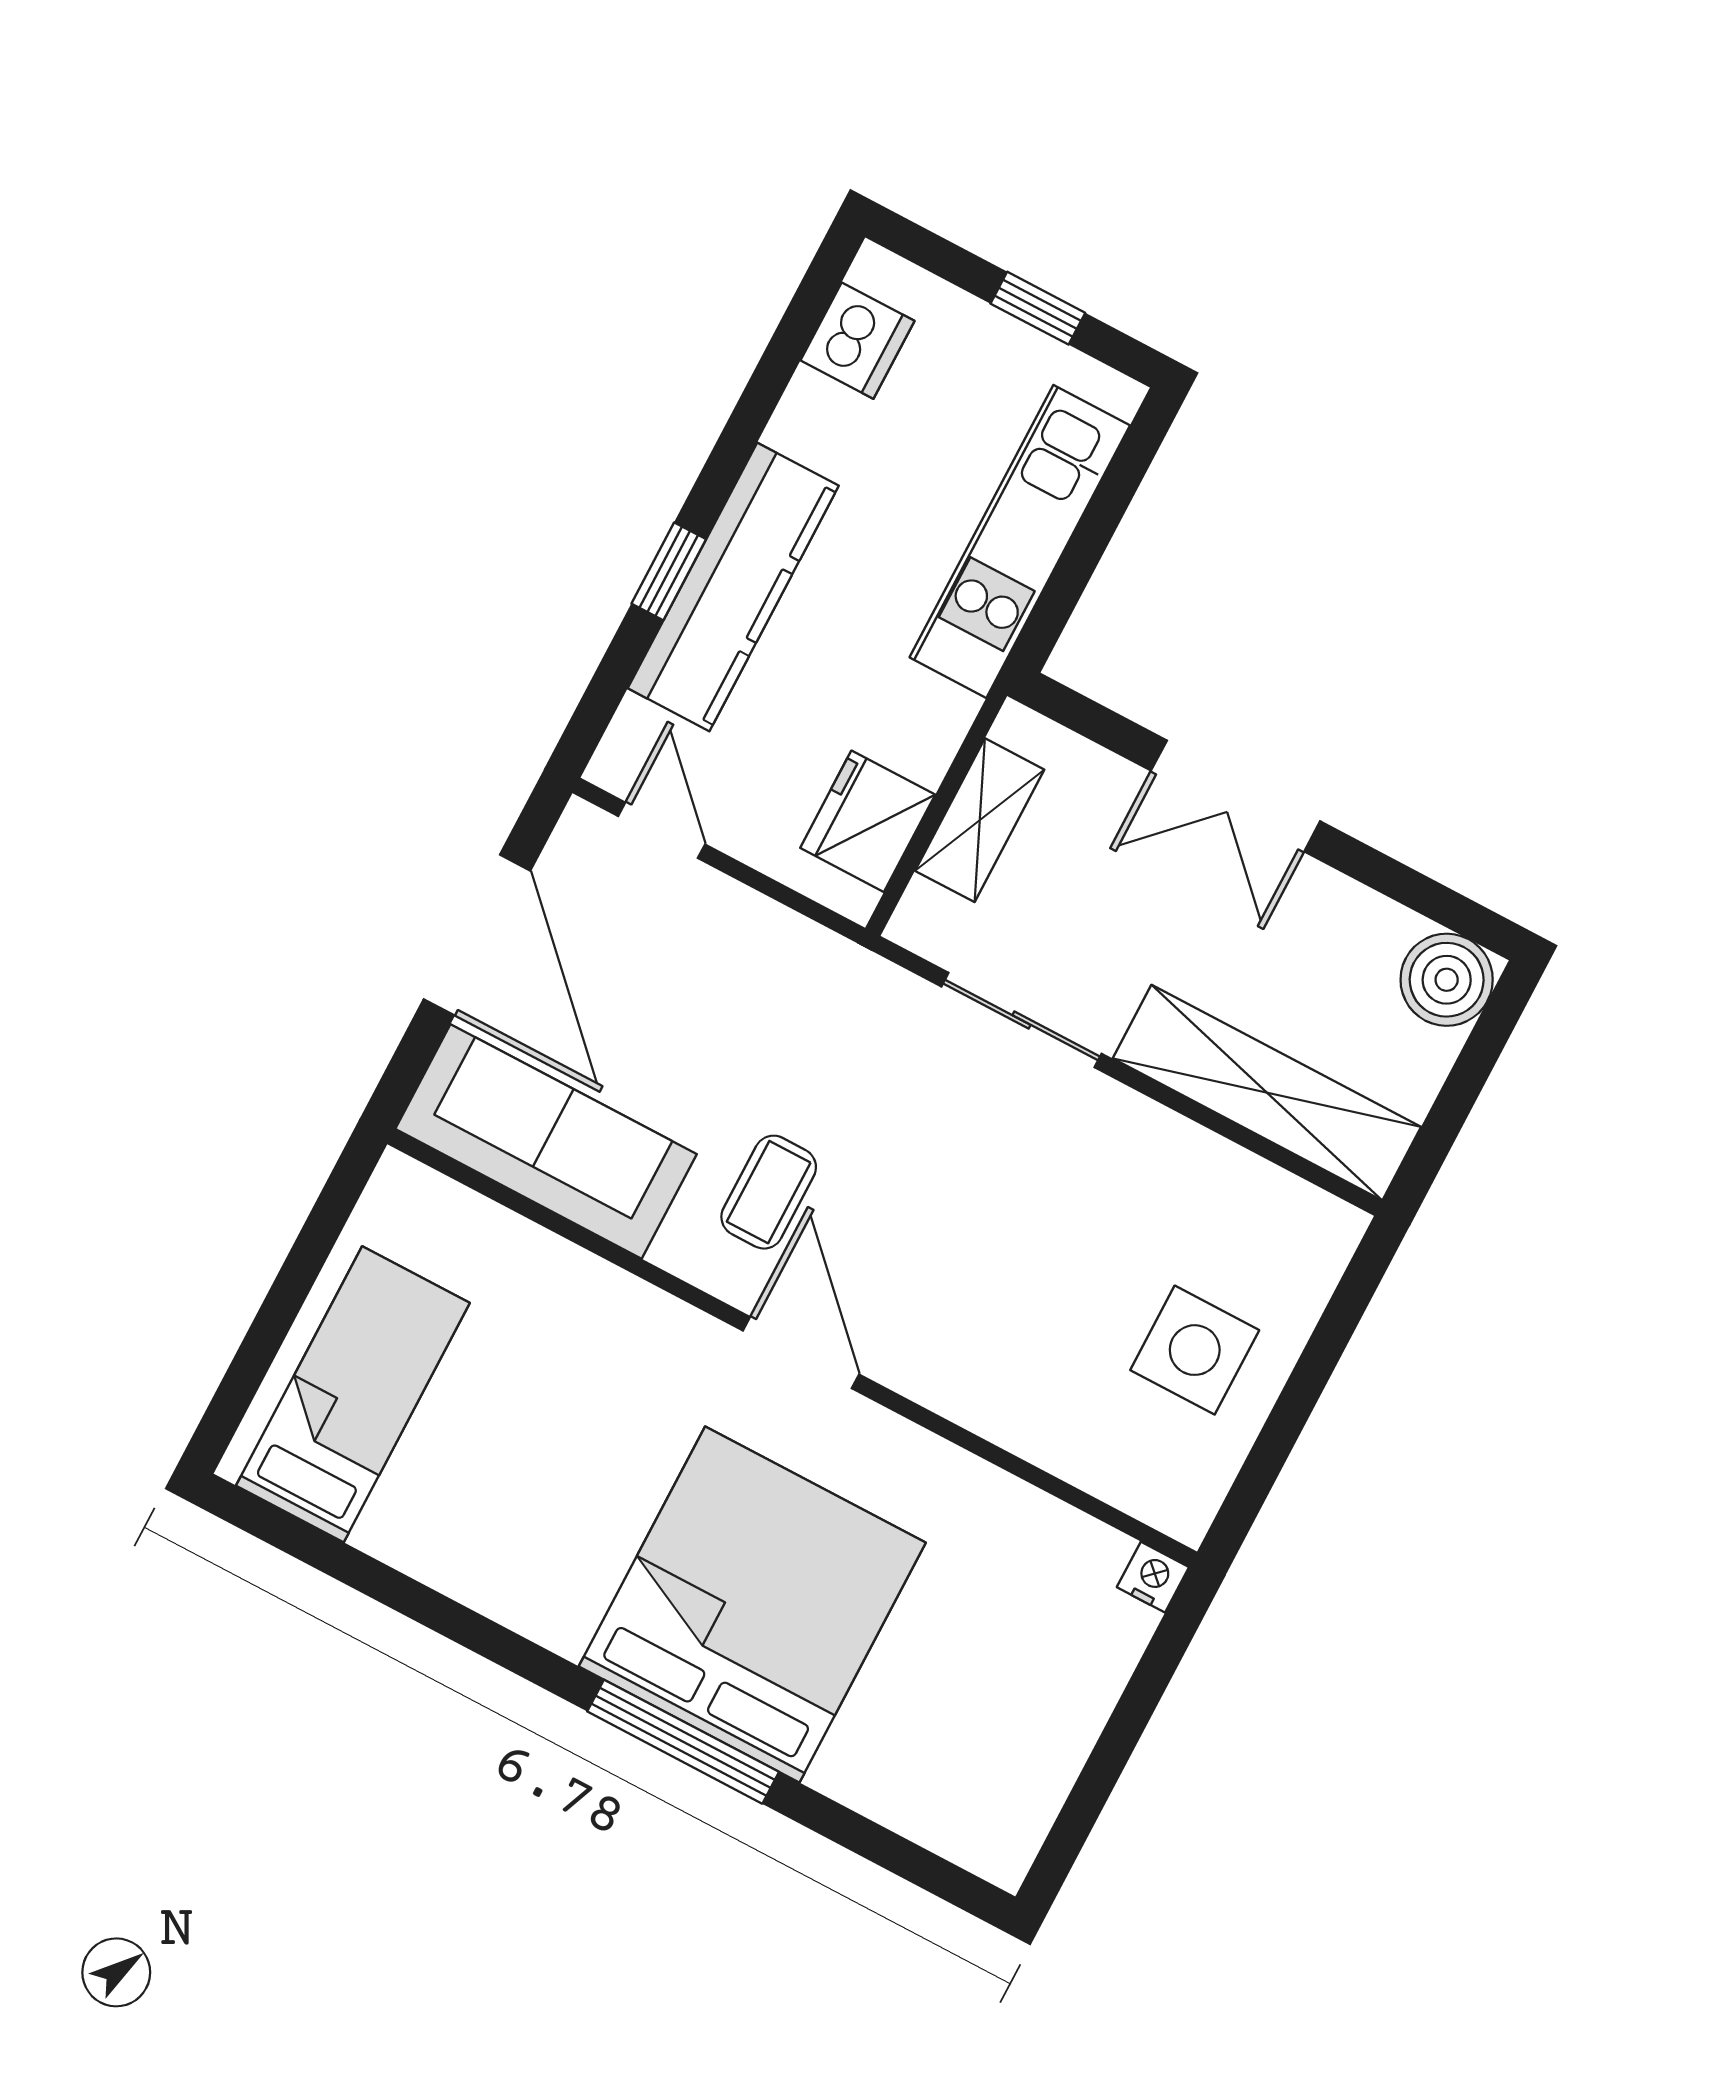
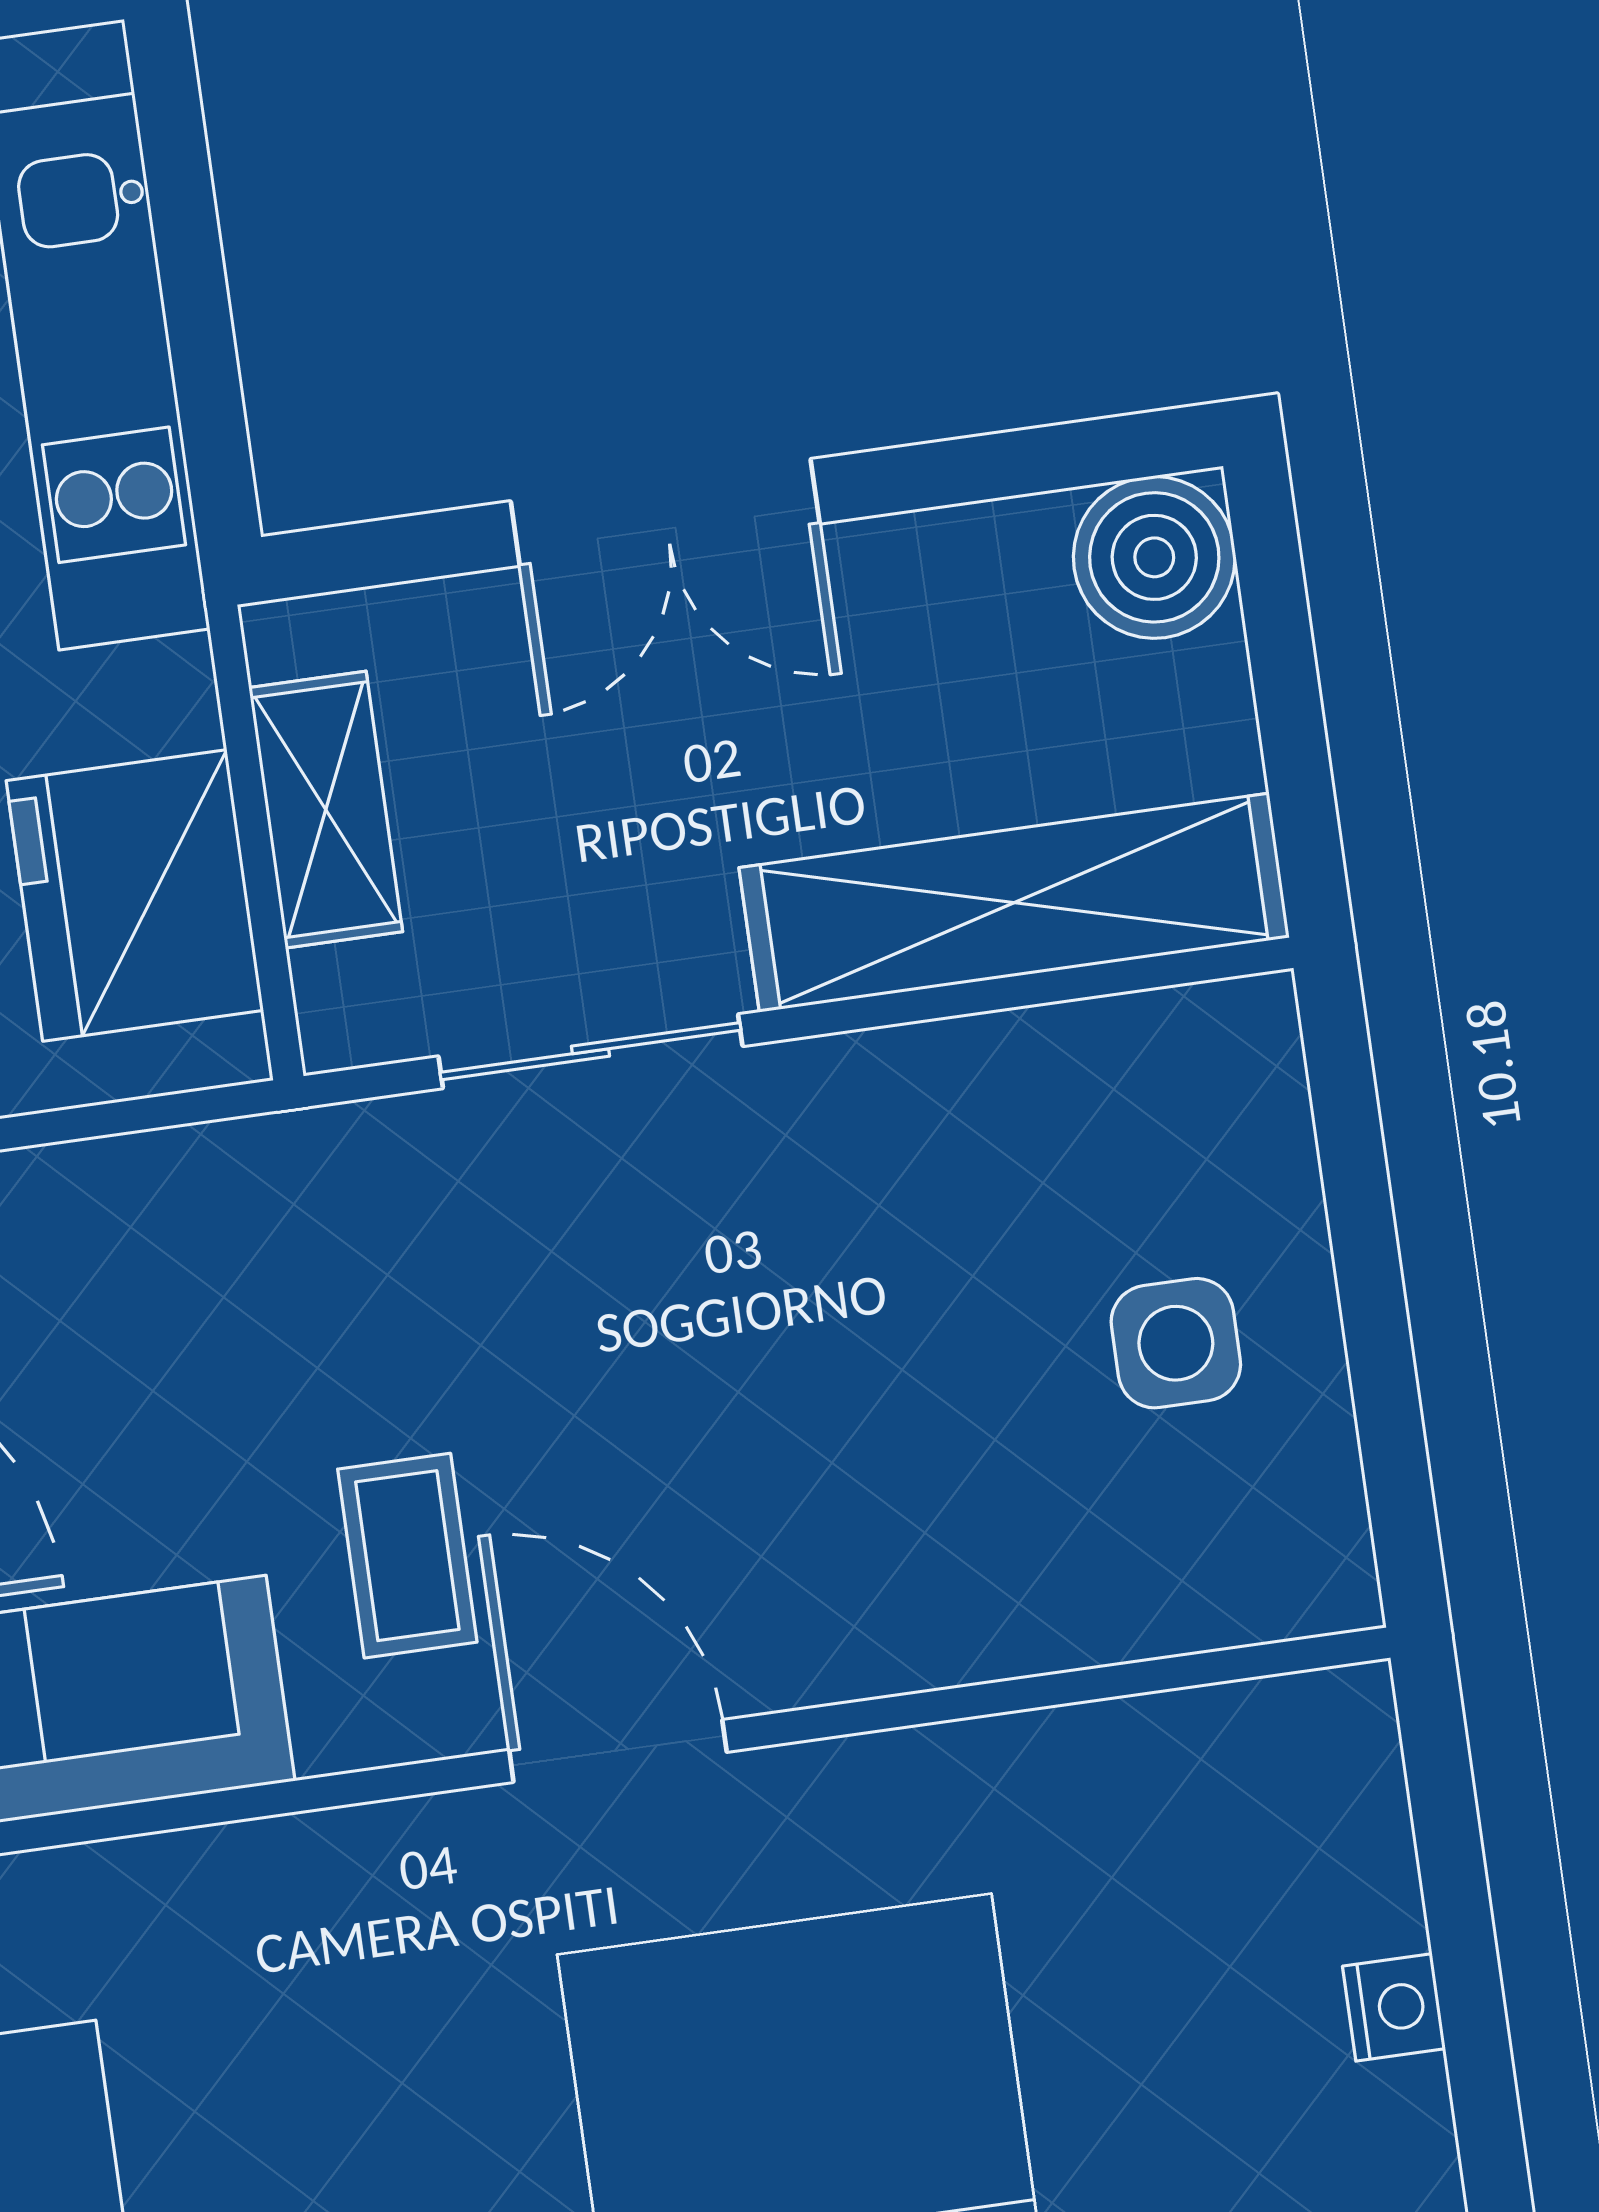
fridge: (868, 821) -> (135, 895), width x1.36, depth x1.34
side table: (1195, 1350) -> (1176, 1343), width x0.73, depth x0.73
nightstand: (1153, 1577) -> (1394, 2007), moved, turned 90

